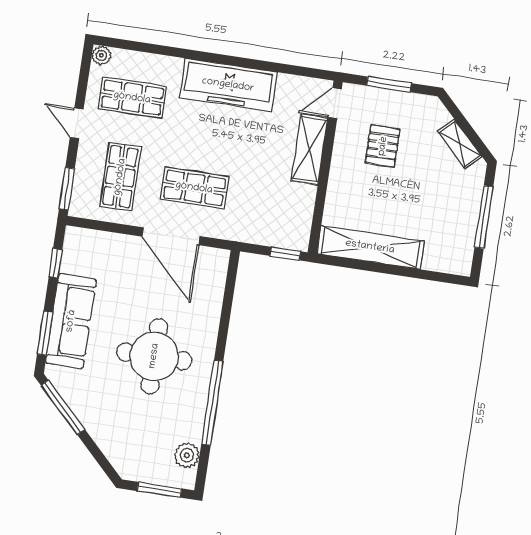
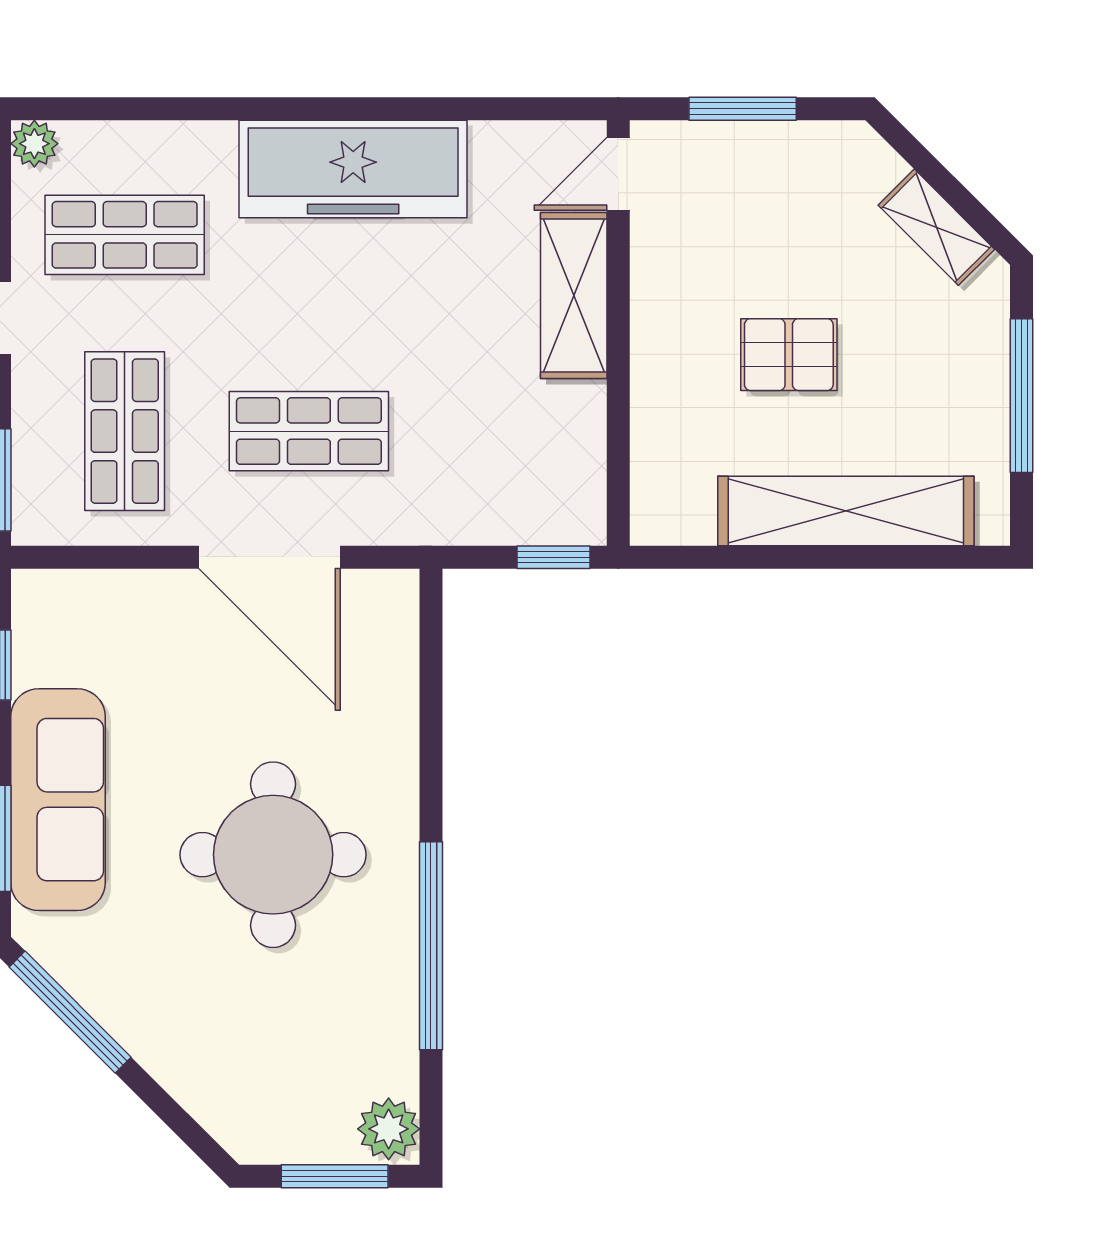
pallet: (383, 146) -> (789, 355), moved, turned 90
shelving: (370, 247) -> (846, 511), moved
plant: (187, 455) -> (389, 1129), moved

